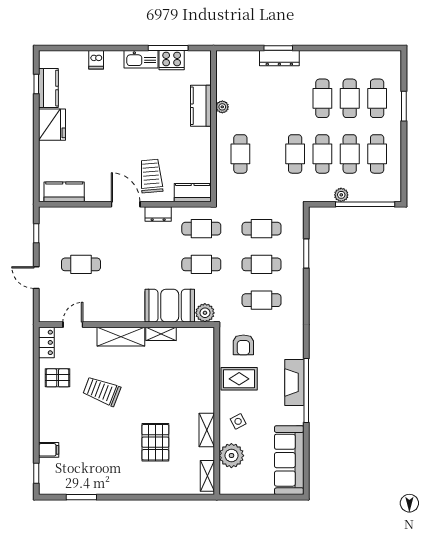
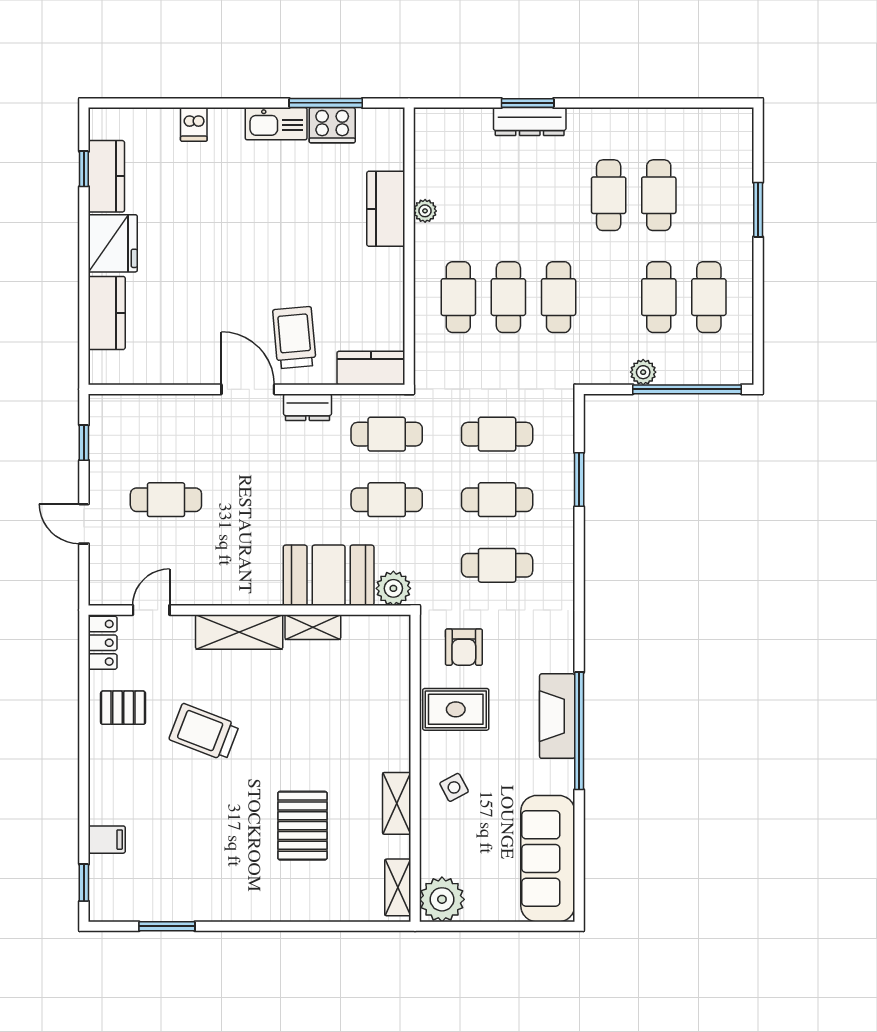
cafe table: (377, 98) -> (709, 195), removed
cafe table: (322, 154) -> (508, 297), moved
kitchen counter: (64, 192) -> (107, 313), moved, turned 90
plant: (231, 456) -> (442, 899), moved

